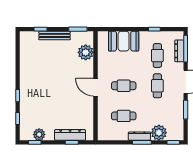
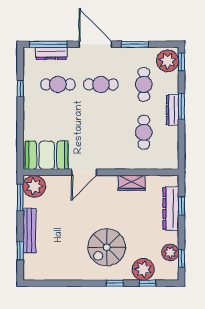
booth: (124, 41) -> (47, 155), moved, turned 90
plant: (86, 52) -> (34, 186), moved
cafe table: (124, 86) -> (144, 84), moved
door: (95, 87) -> (84, 172), moved
spiral stairs: (43, 90) -> (107, 247), added
wardrobe: (88, 107) -> (132, 183), added
plant: (27, 116) -> (143, 269), added
plant: (159, 133) -> (168, 61), moved

